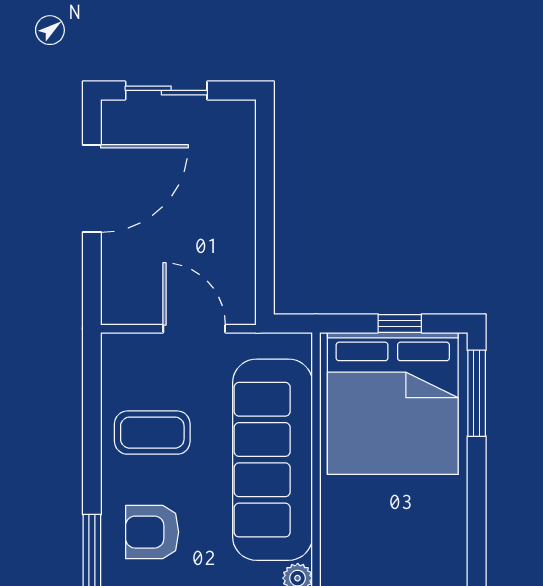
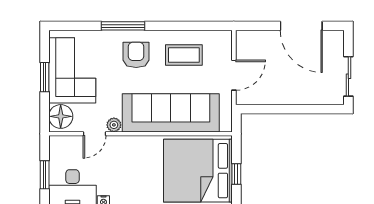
sliding door: (166, 90) -> (348, 76), moved
coffee table: (152, 433) -> (184, 55), turned 90

